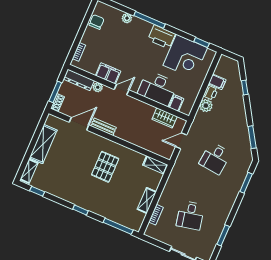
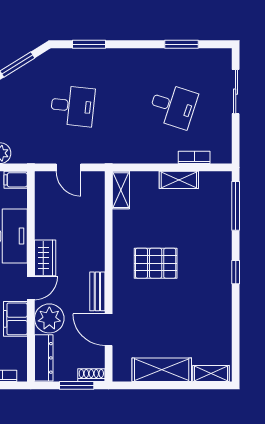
plant: (98, 87) -> (49, 318), width x1.88, depth x1.88
door: (122, 90) -> (31, 288), swing flipped
filing cabinet: (176, 103) -> (16, 180), moved
wardrobe: (165, 118) -> (45, 258), moved
window: (37, 191) -> (236, 348), removed
desk: (190, 215) -> (173, 106), turned 30

